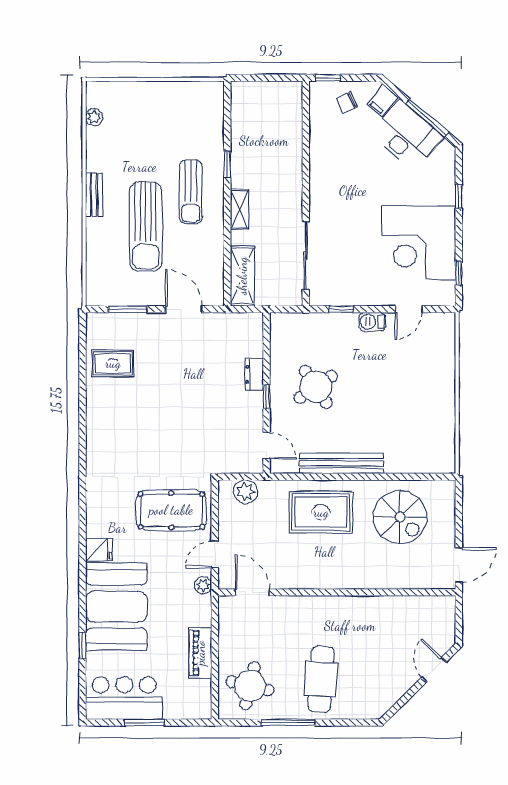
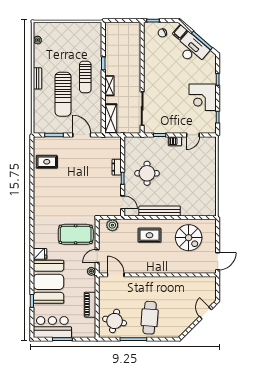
corner desk: (419, 243) -> (203, 97), width x0.74, depth x0.74
round table: (316, 387) -> (147, 173), turned 34
rug: (321, 512) -> (149, 235), width x0.73, depth x0.70

